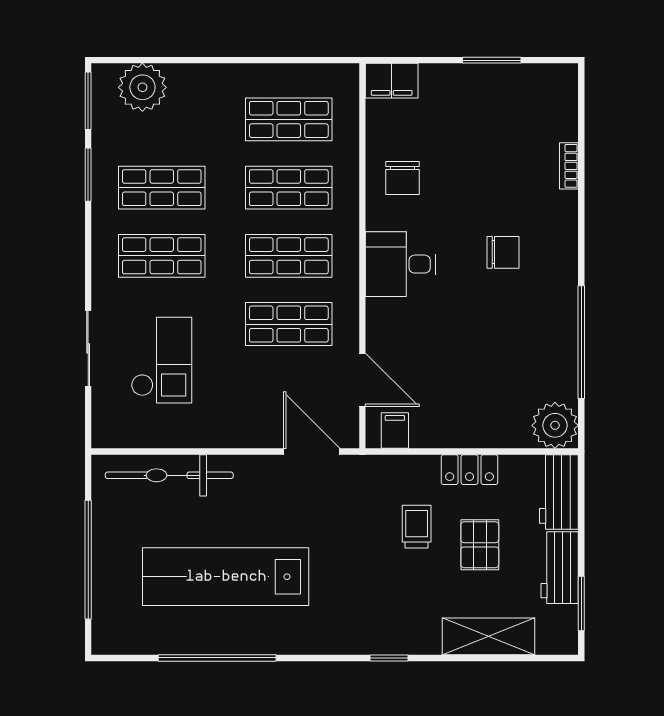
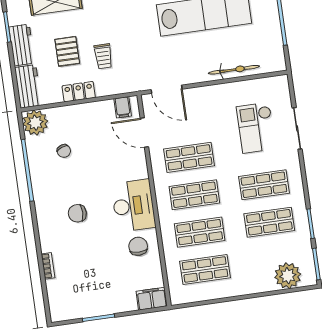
desk: (401, 264) -> (133, 206), width x1.37
chair: (511, 367) -> (64, 151), added
bicycle: (169, 475) -> (234, 70), width x0.73, depth x0.71

